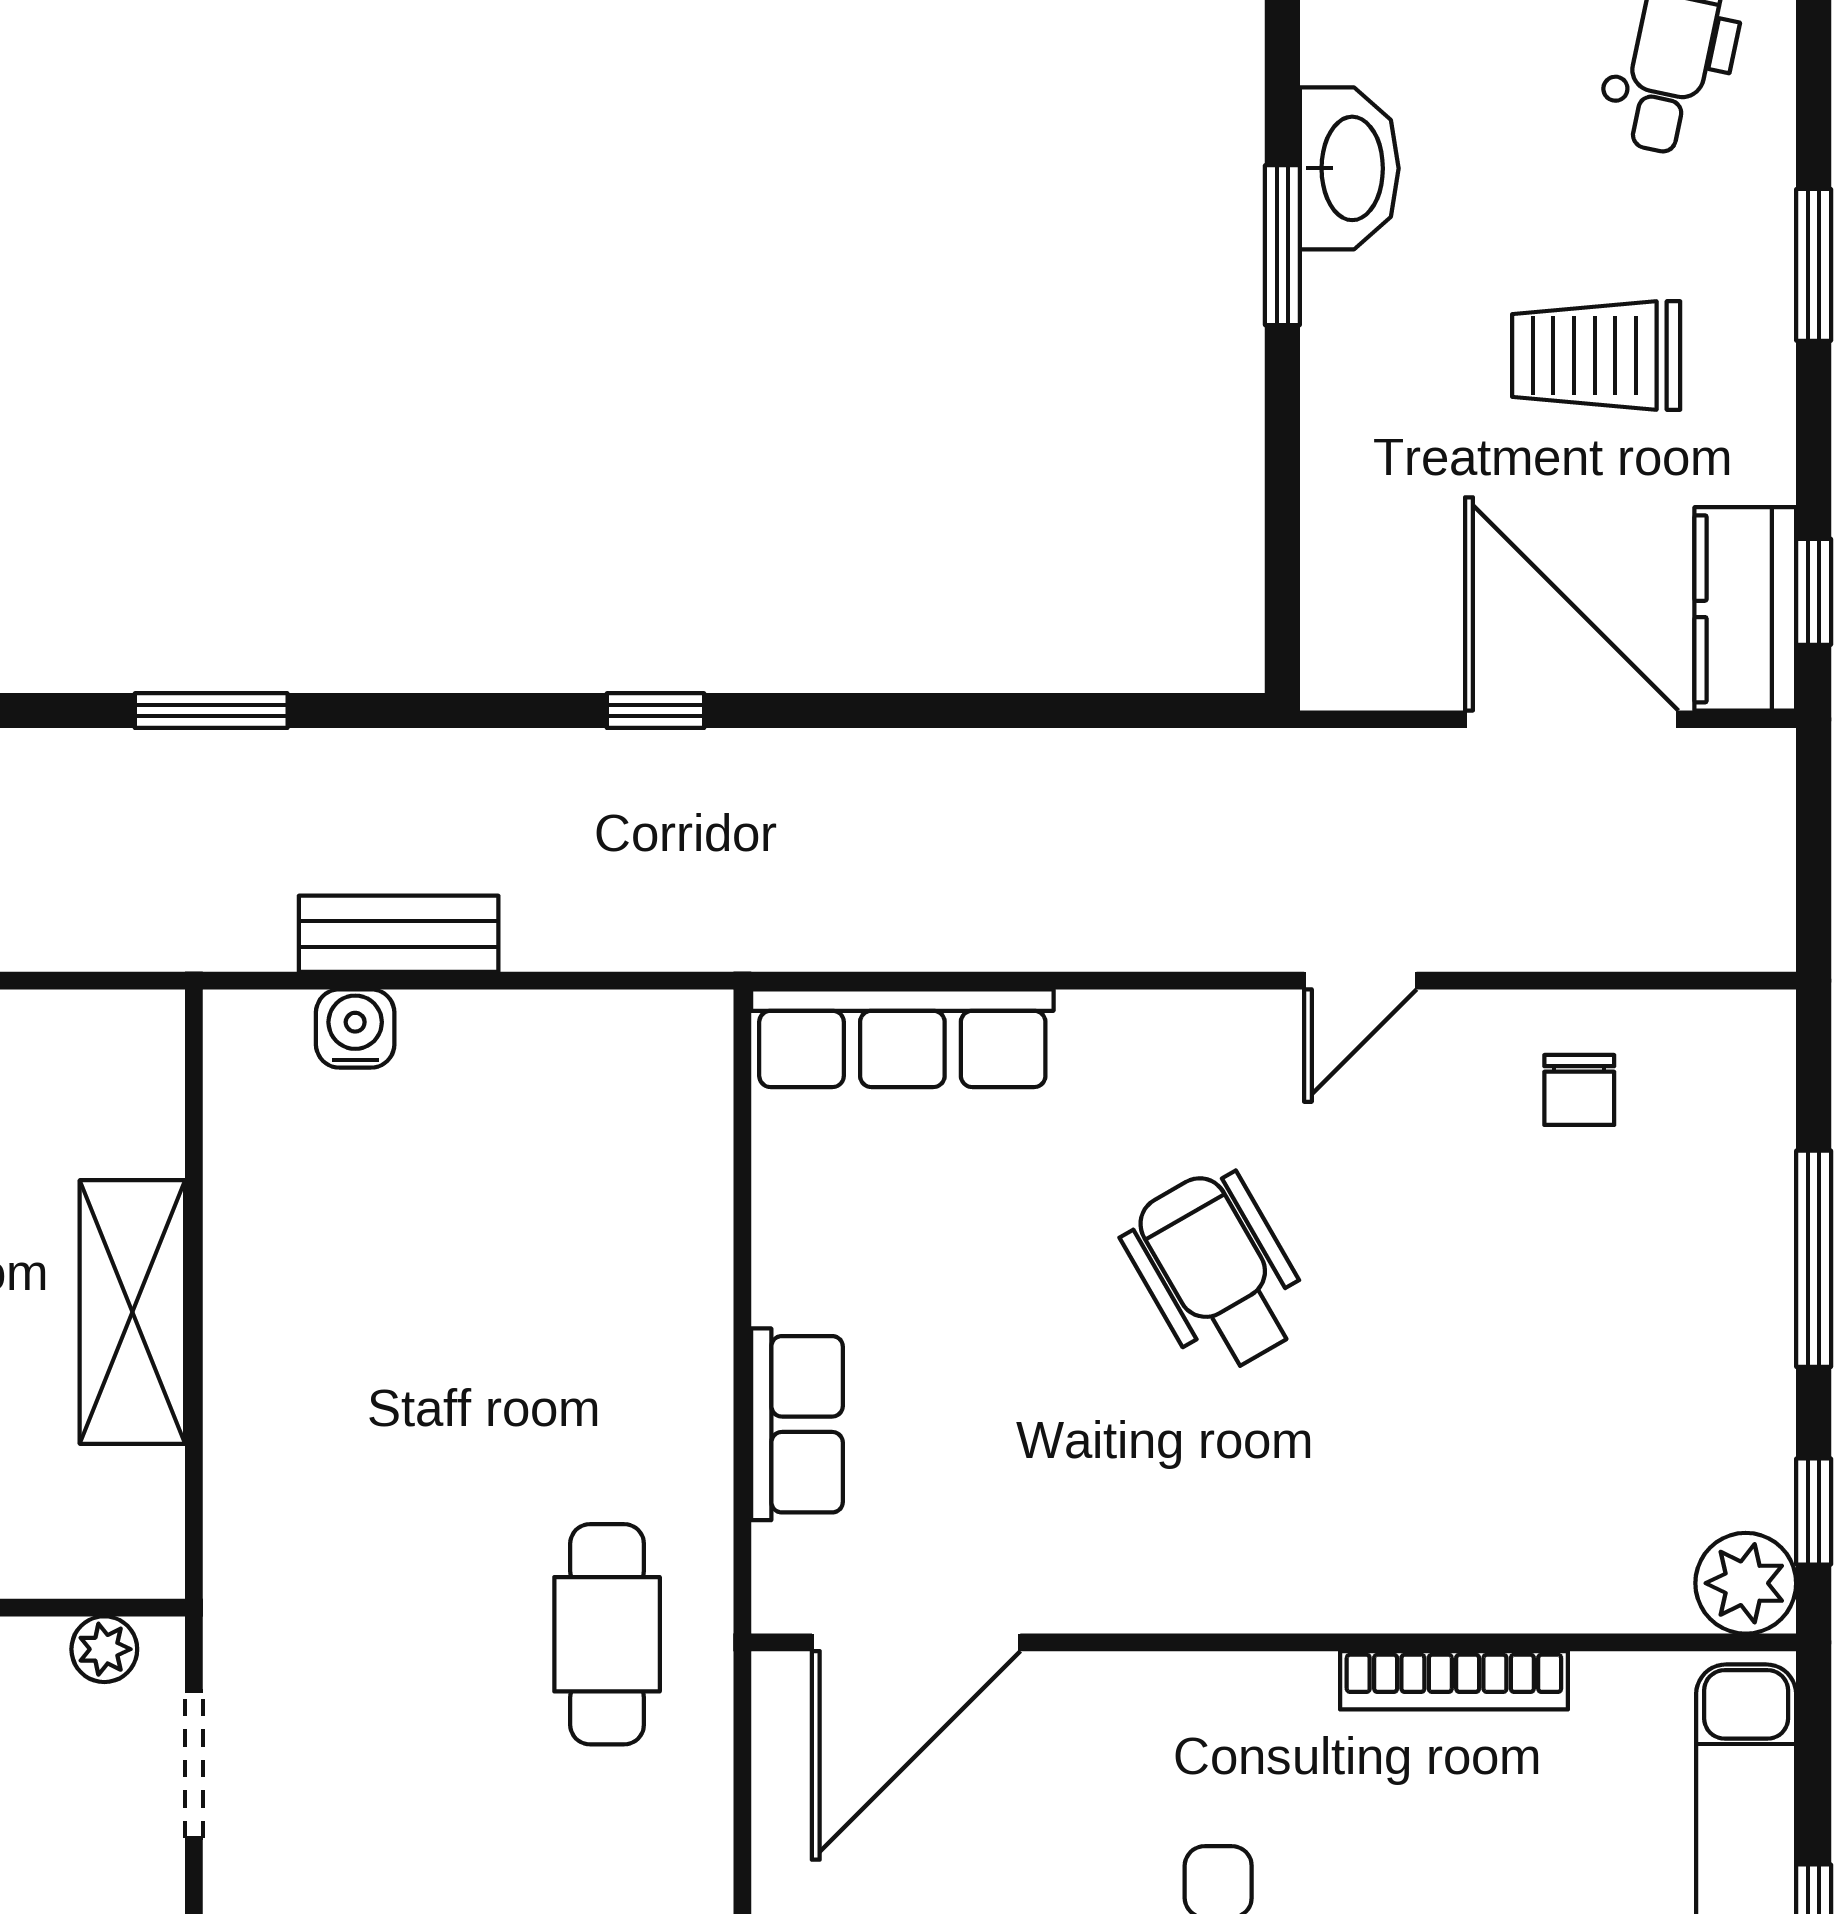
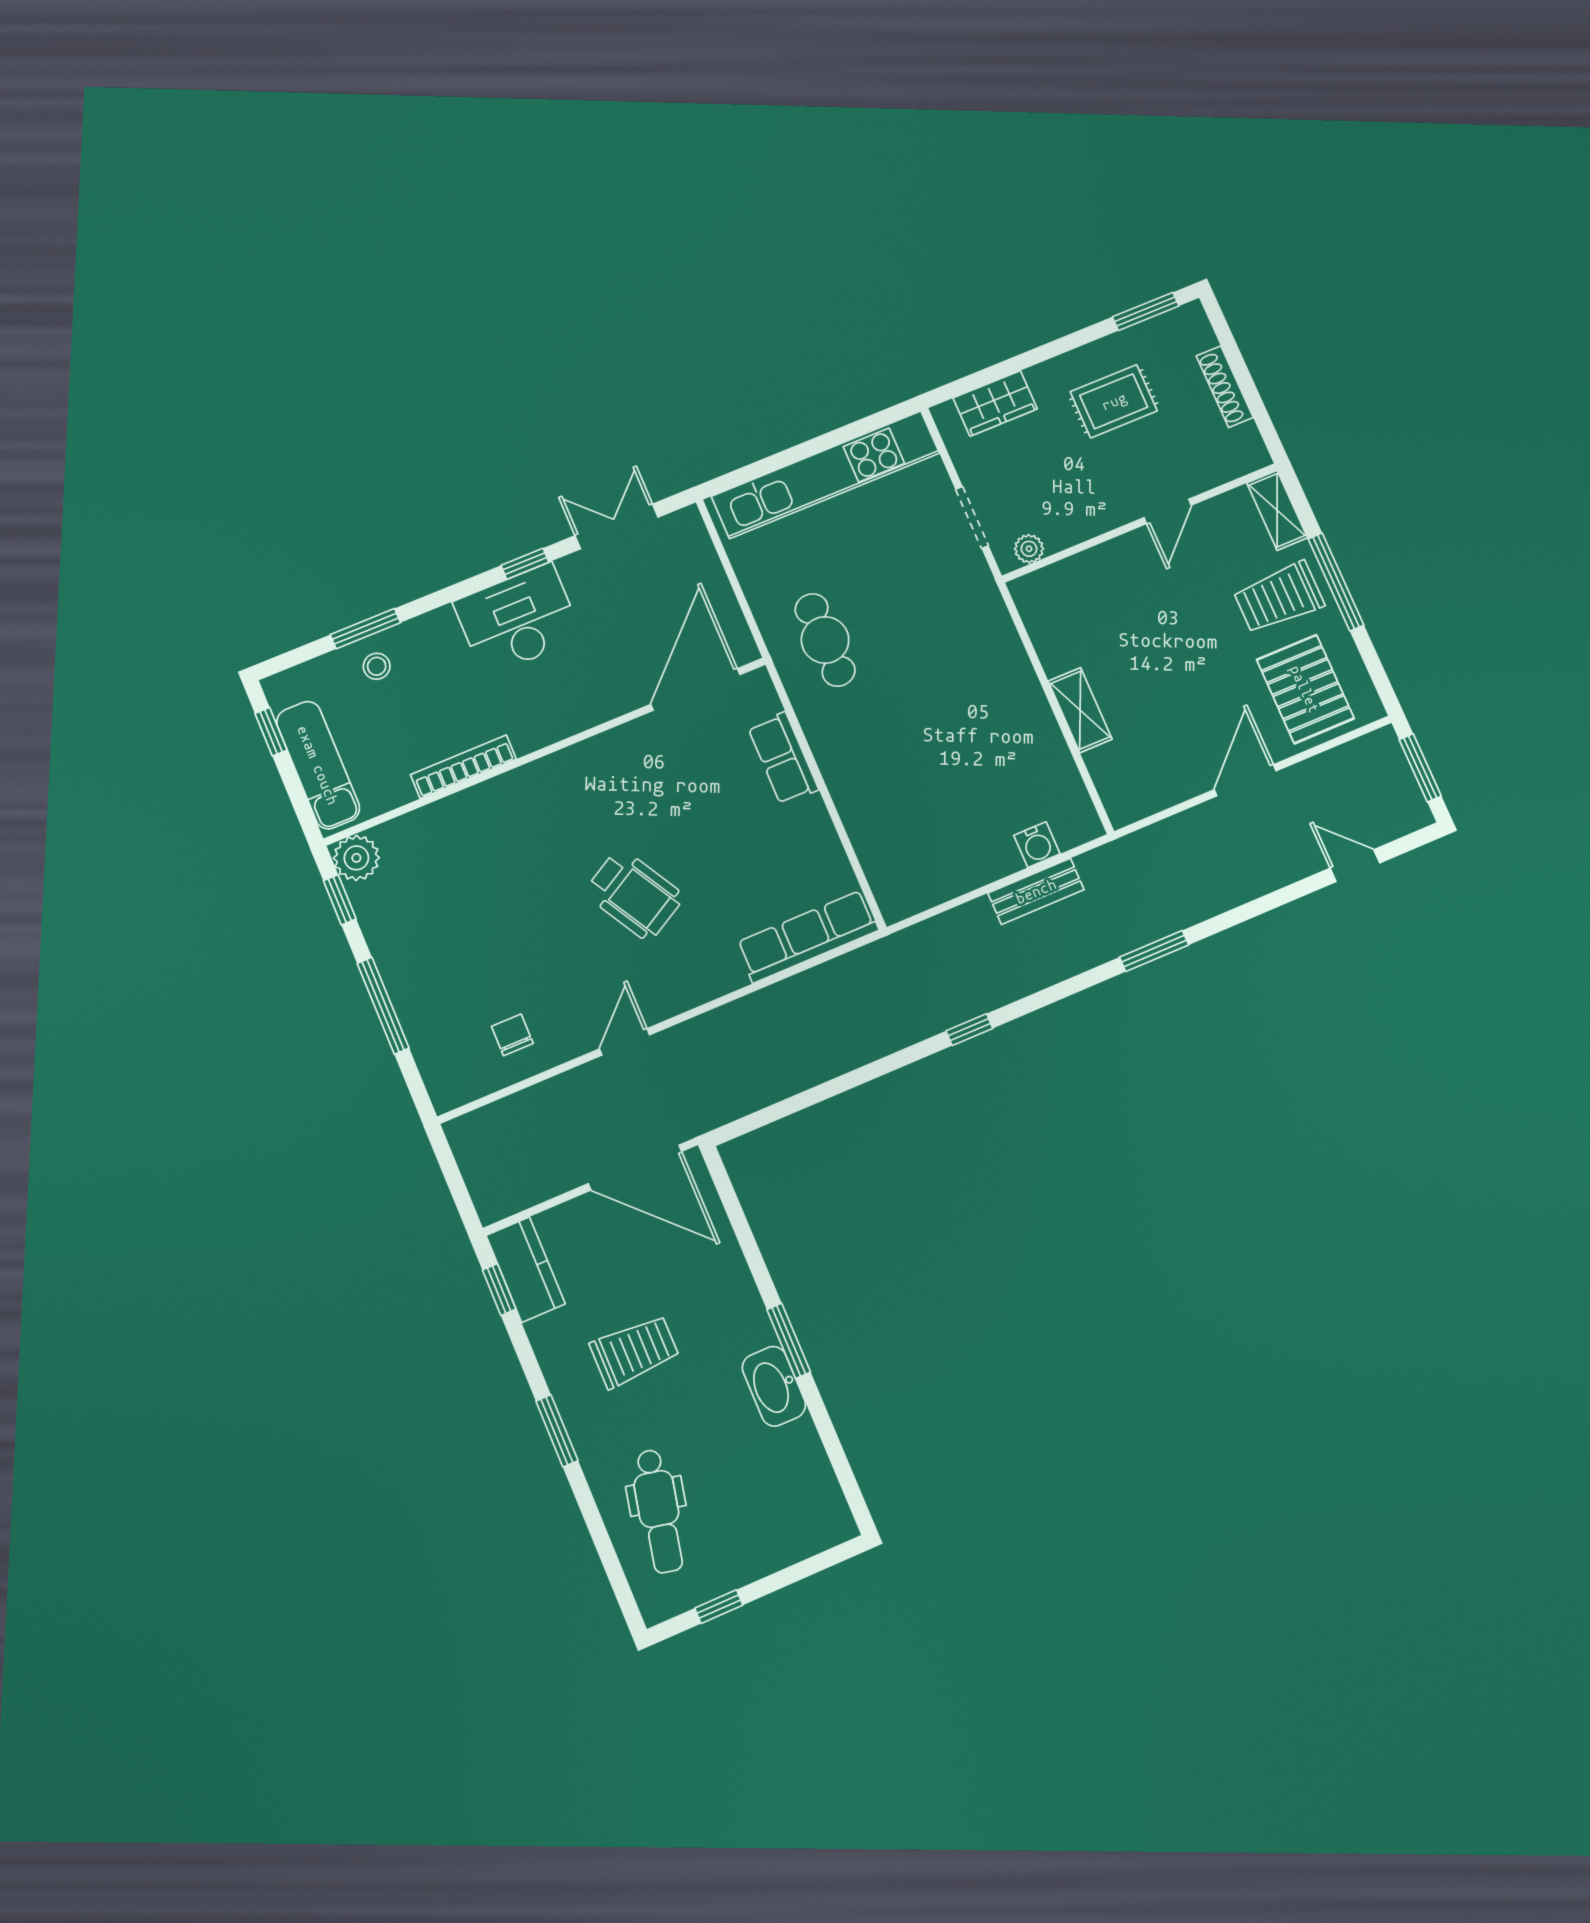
door: (1572, 719) -> (635, 1168), moved
shelving: (132, 1312) -> (1080, 710), width x0.67, depth x0.75

